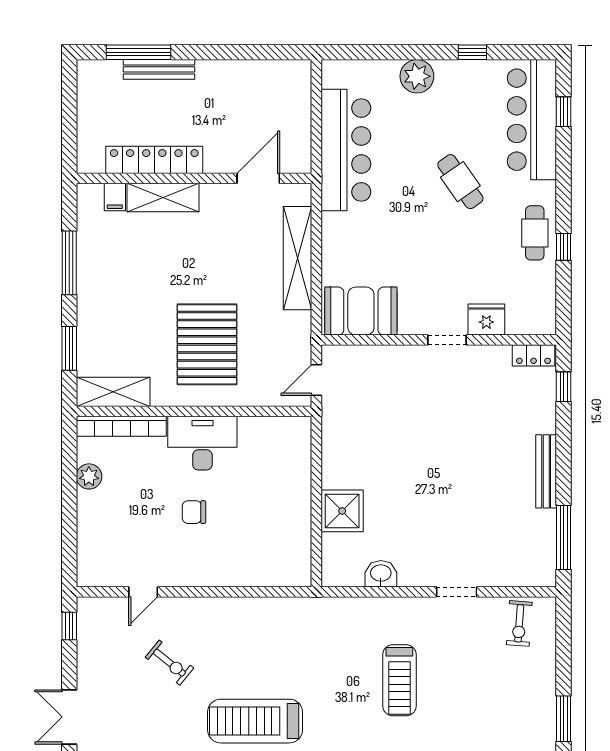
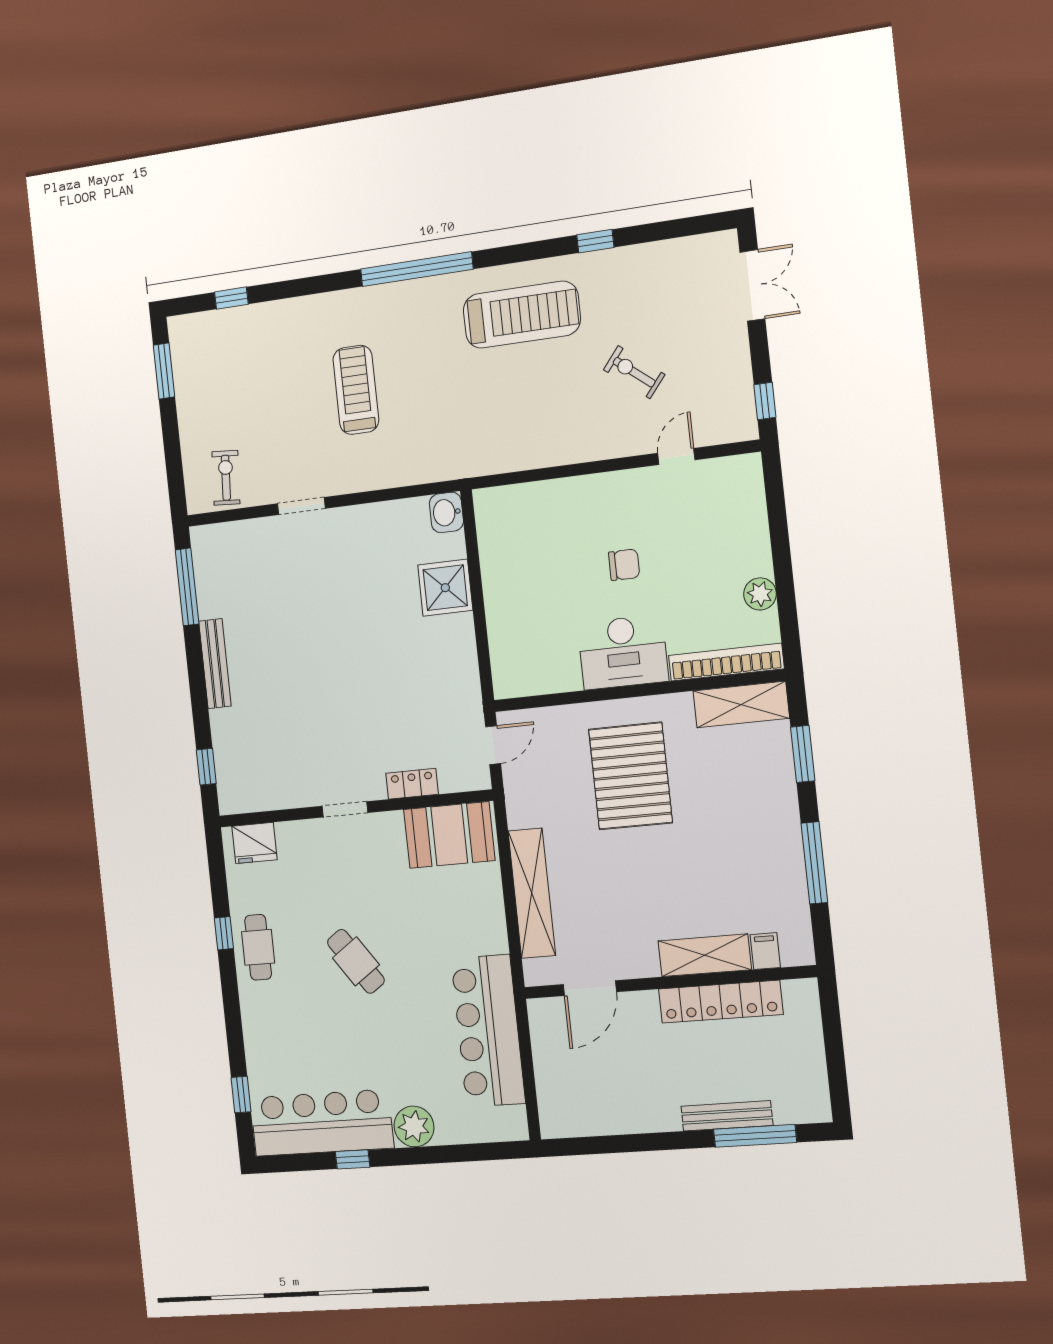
bar counter: (532, 120) -> (322, 1123), moved, turned -90
cafe table: (460, 182) -> (356, 961), moved
fridge: (486, 320) -> (254, 843), moved
locker: (534, 355) -> (412, 784), moved
washbasin: (381, 574) -> (446, 512), moved, turned 90

